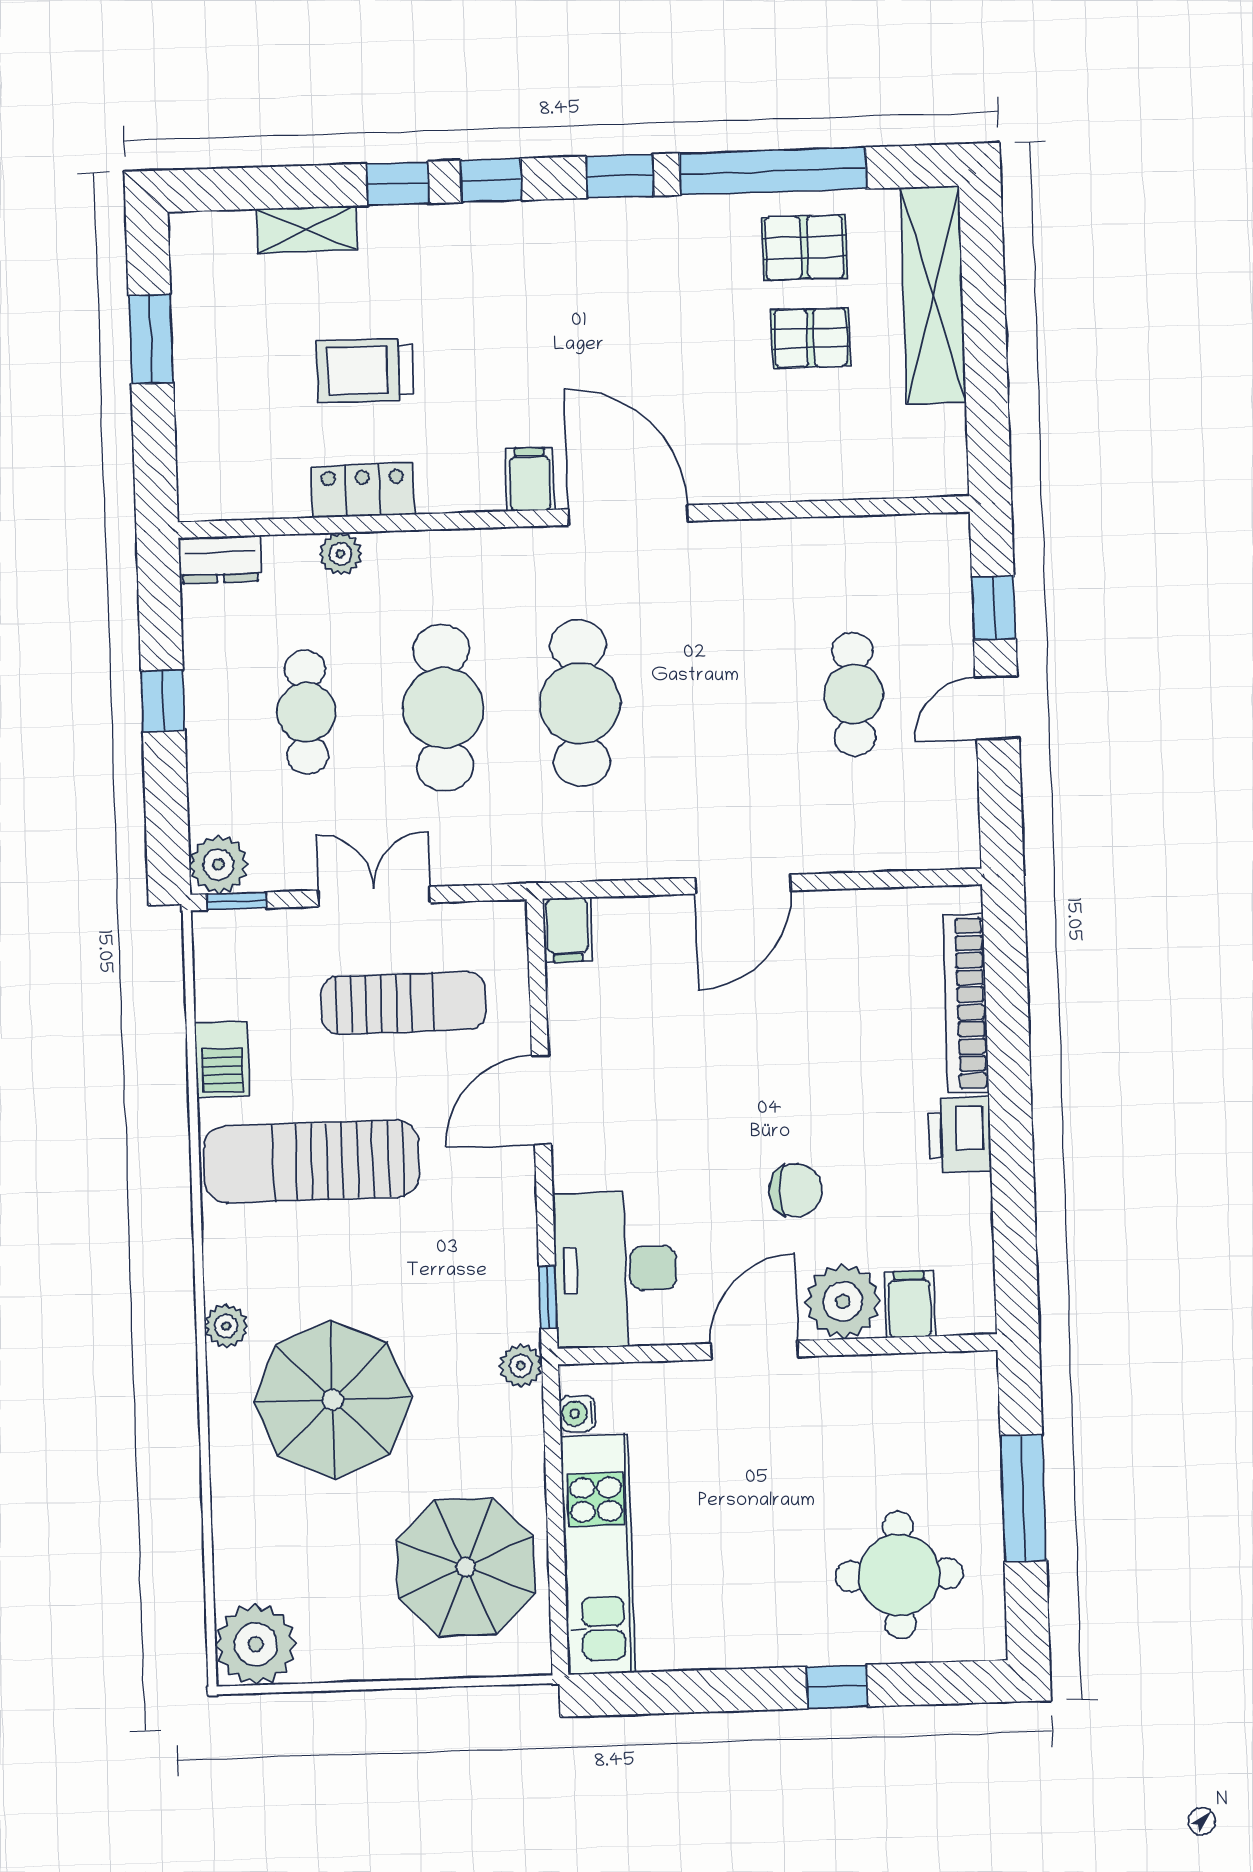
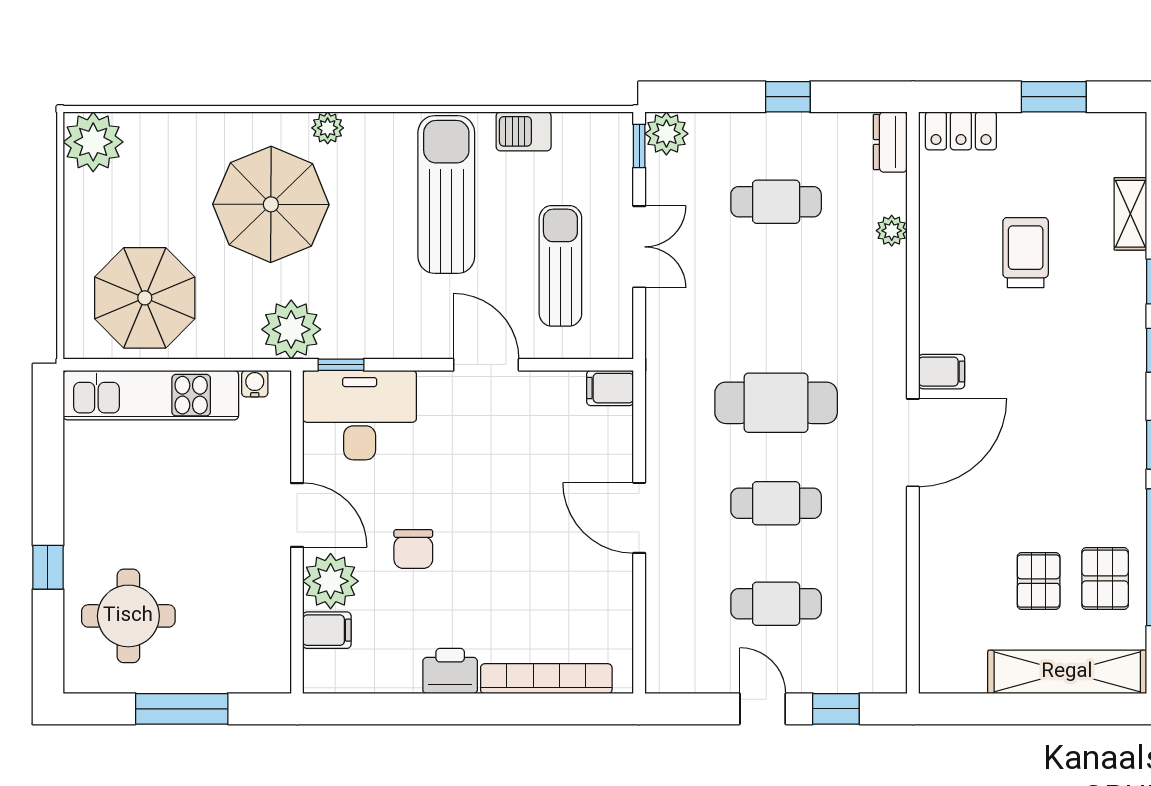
locker: (363, 490) -> (961, 131), moved, turned 90
cafe table: (443, 708) -> (776, 503), moved, width x0.73, depth x0.74
sun lounger: (403, 1003) -> (560, 266), turned 180
plant: (521, 1366) -> (291, 329), width x1.88, depth x1.88

